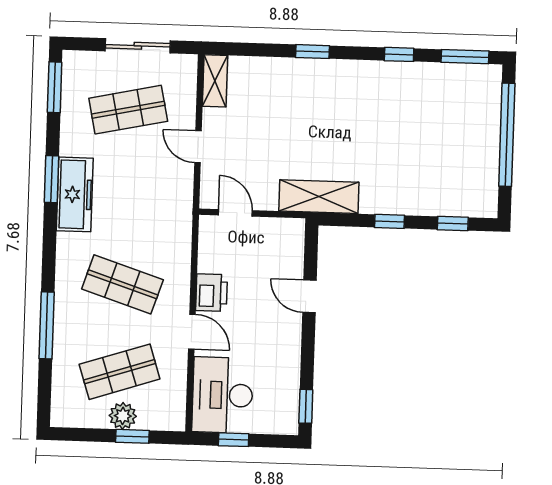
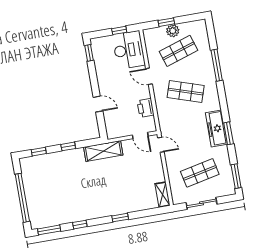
door: (198, 147) -> (161, 145), moved
printer: (212, 293) -> (146, 108), moved

